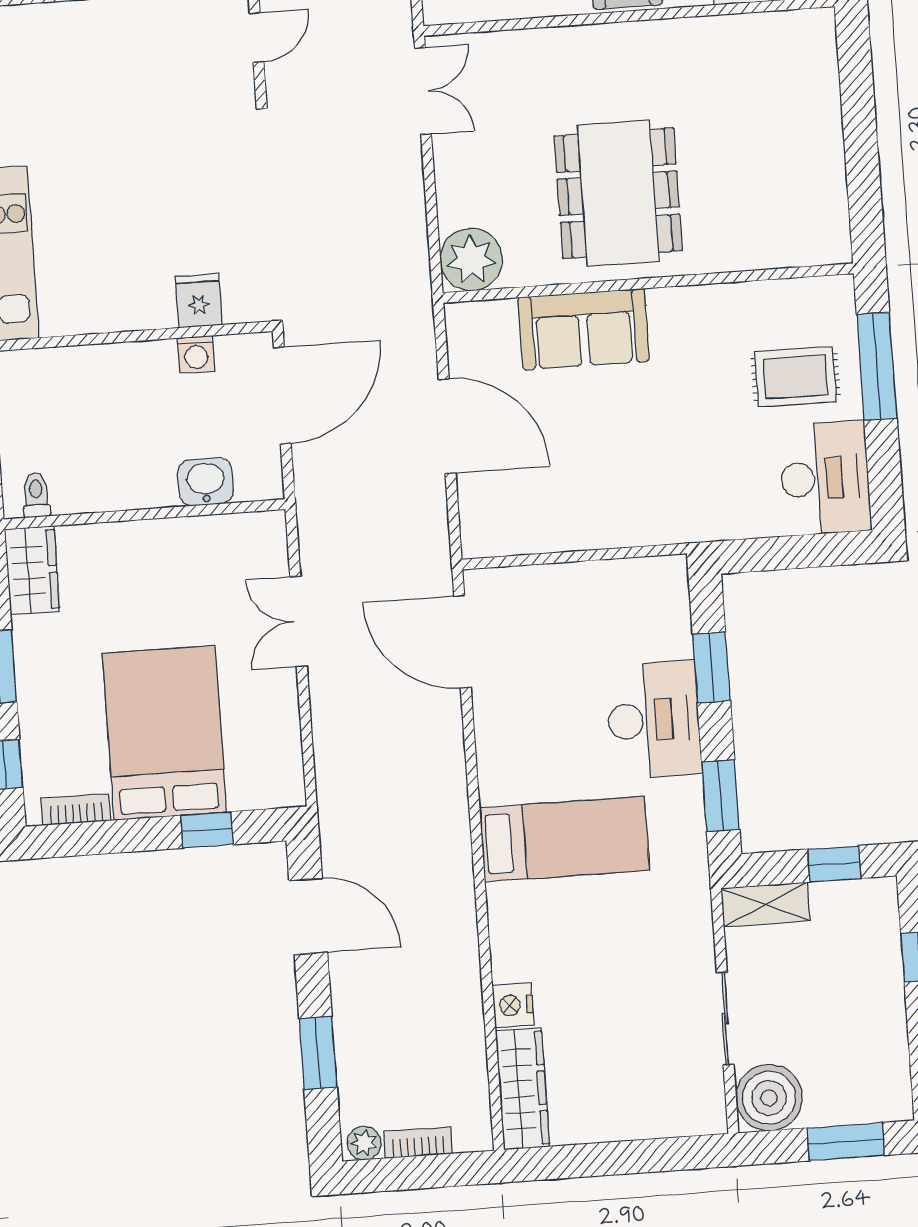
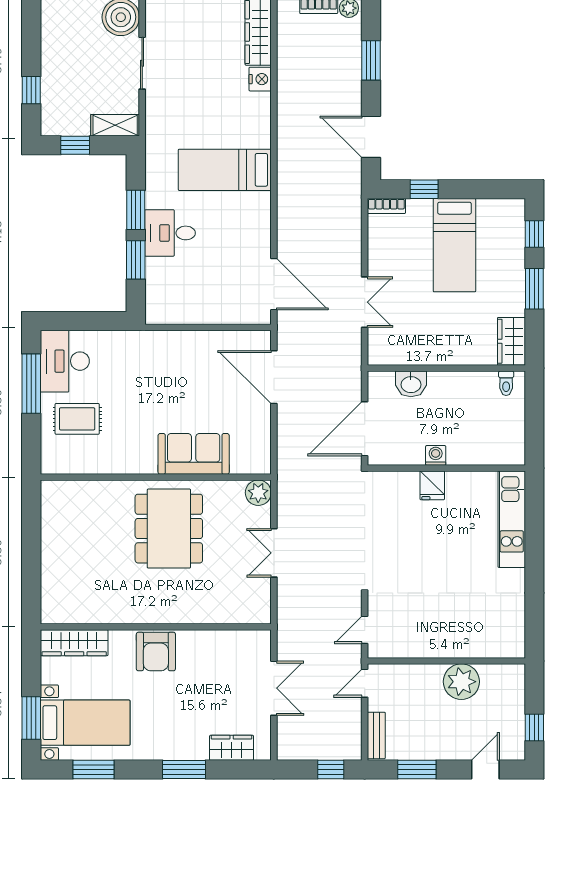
double door: (423, 91) -> (274, 553), moved
plant: (471, 260) -> (258, 493), width x0.73, depth x0.73
fridge: (199, 301) -> (432, 485), moved
washing machine: (196, 354) -> (436, 455), moved
window: (877, 366) -> (31, 384), moved
door: (447, 426) -> (274, 377), moved
desk: (654, 720) -> (170, 233), width x0.73
bed: (164, 733) -> (454, 245), width x0.67
window: (721, 796) -> (136, 210), moved
bookcase: (76, 809) -> (386, 206), moved

